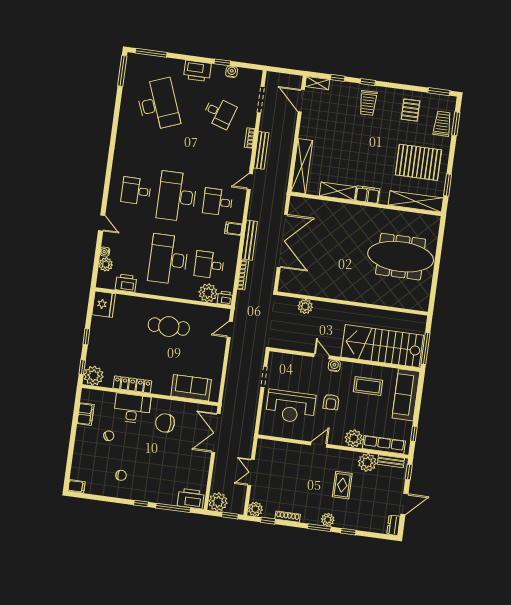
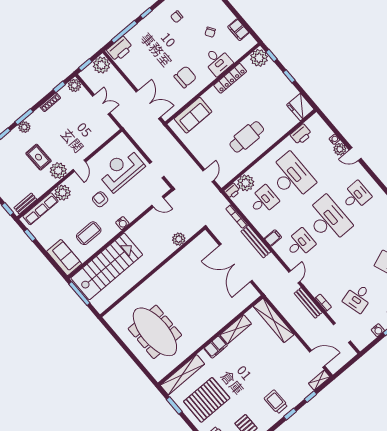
desk: (220, 113) -> (358, 298), turned -33
meeting table: (401, 257) -> (155, 332), turned 90
plant: (106, 264) -> (340, 149), moved
door: (322, 356) -> (158, 202), moved
sofa: (406, 395) -> (64, 258), width x0.73
desk: (132, 408) -> (218, 61), width x0.73
plant: (367, 462) -> (58, 171), moved

